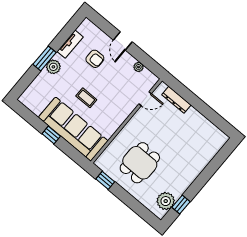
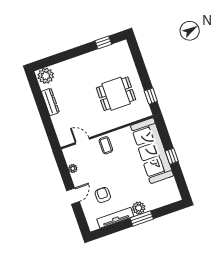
tv unit: (70, 44) -> (115, 218), width x1.41
coffee table: (86, 98) -> (106, 145), moved
dresser: (176, 100) -> (50, 102), moved
plant: (166, 201) -> (46, 76), moved

